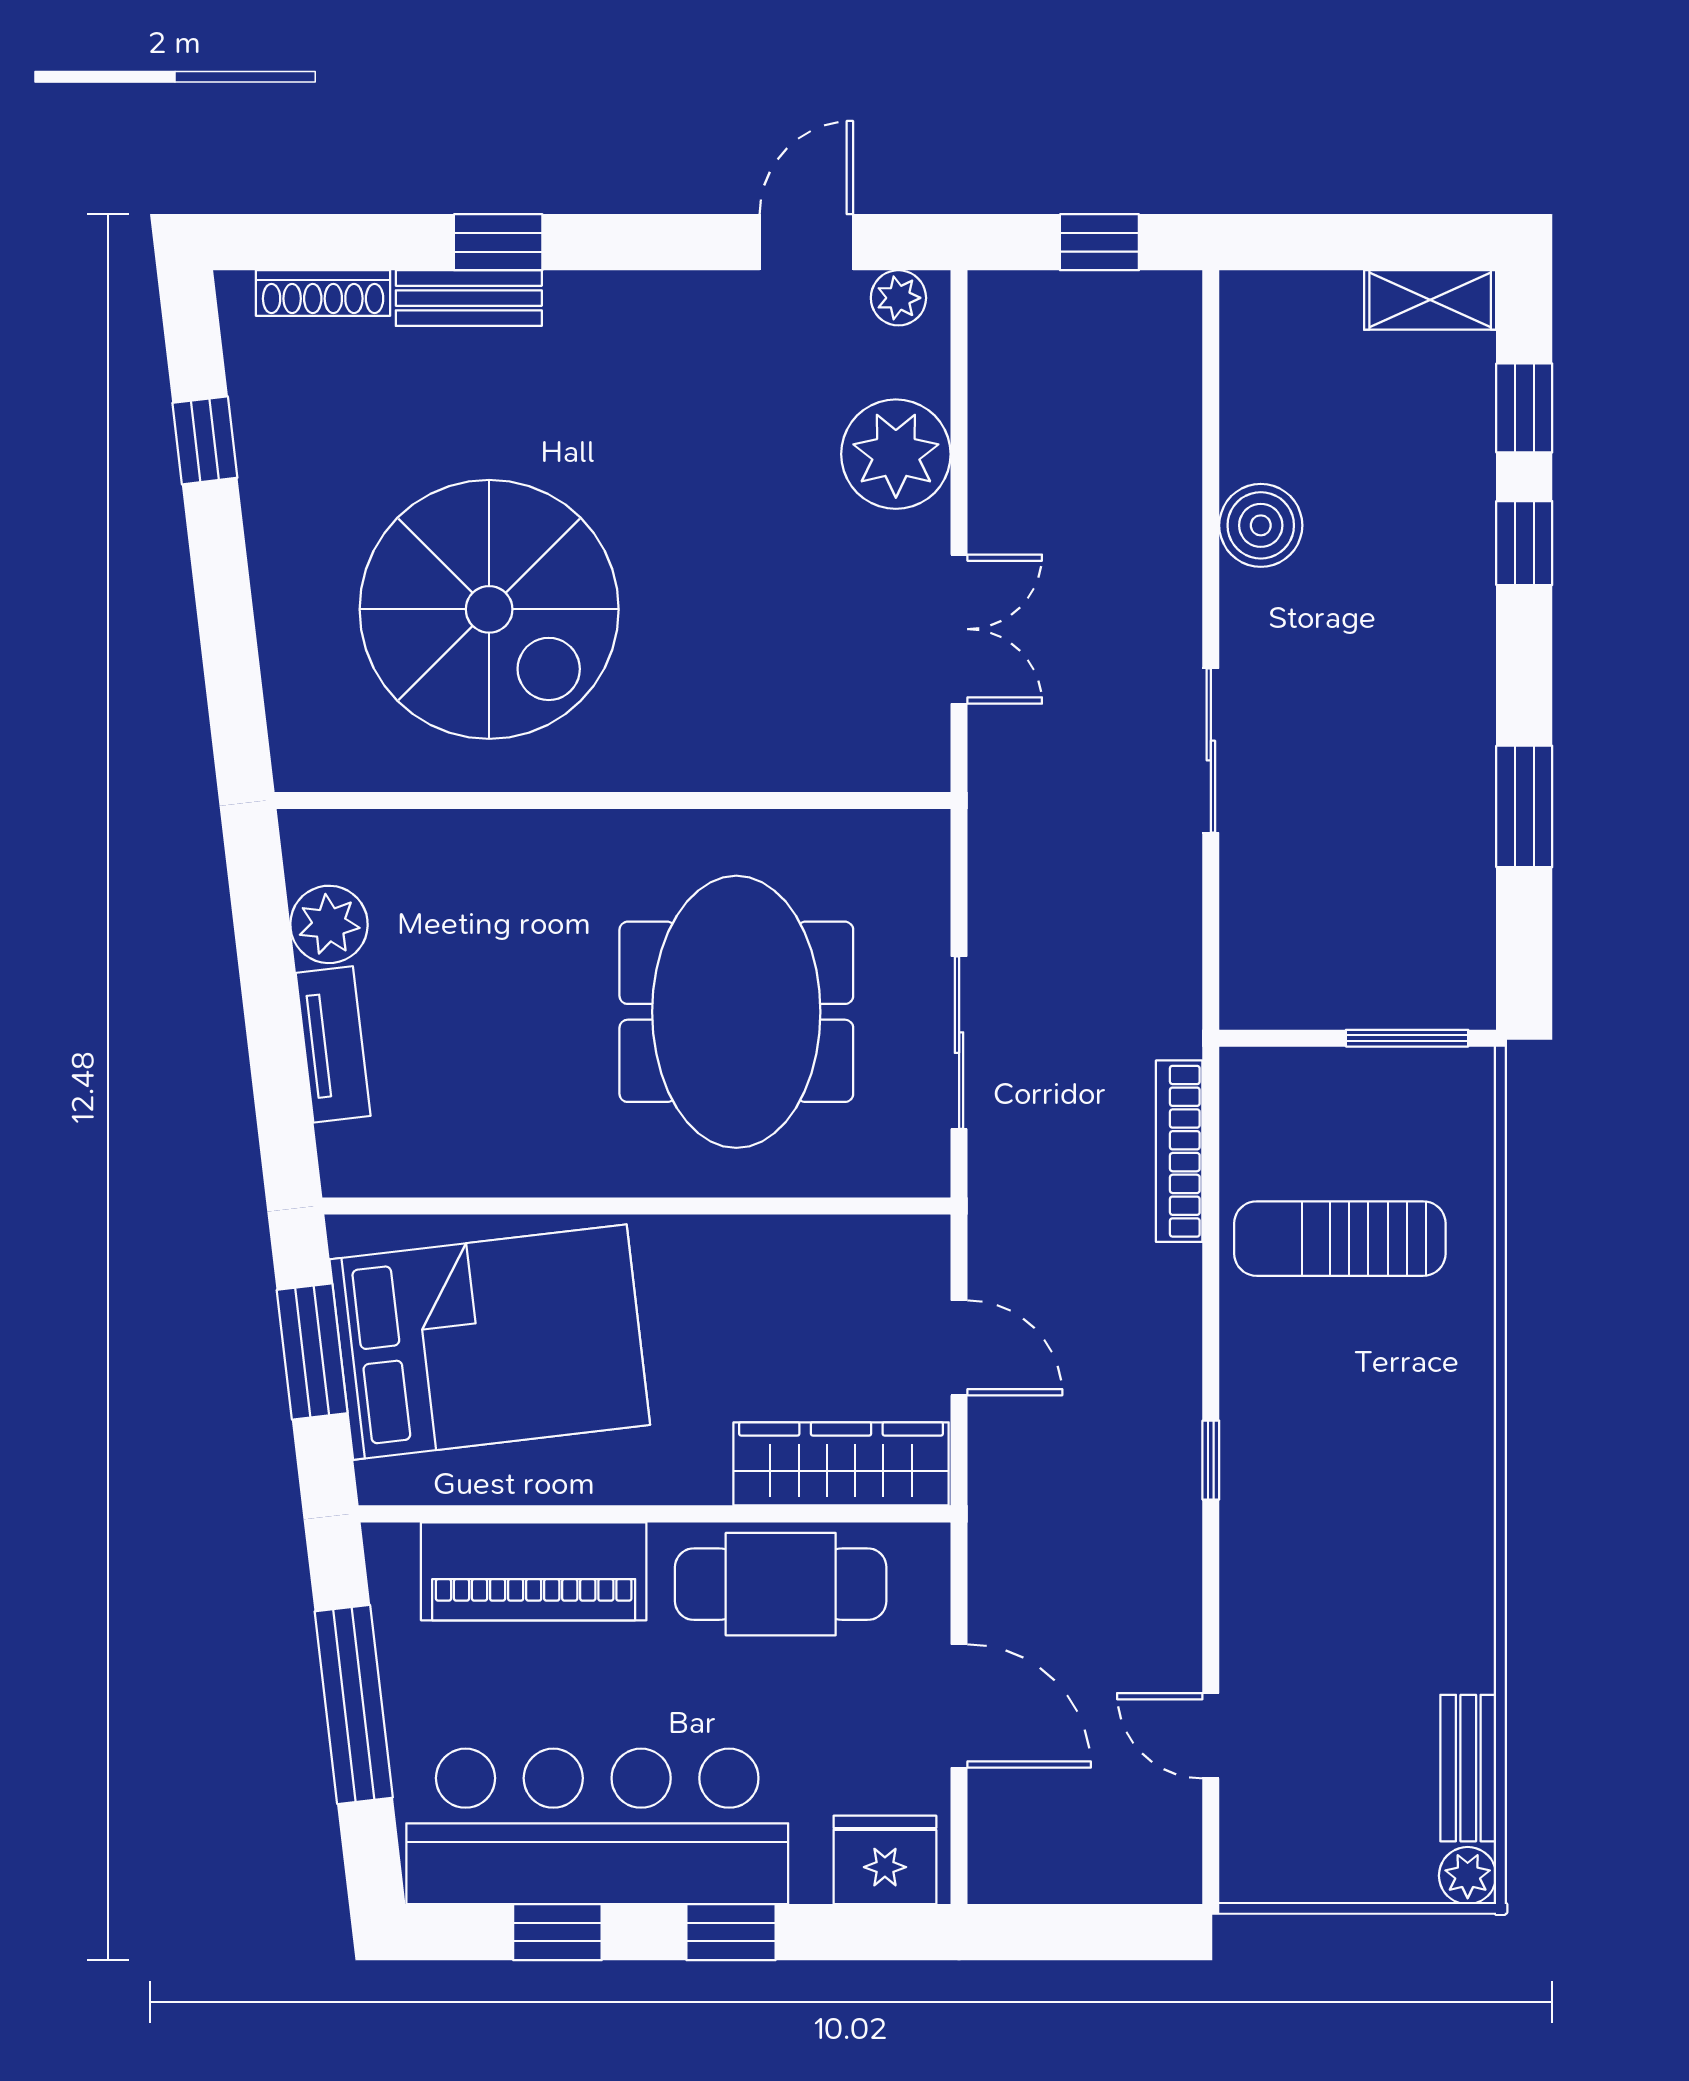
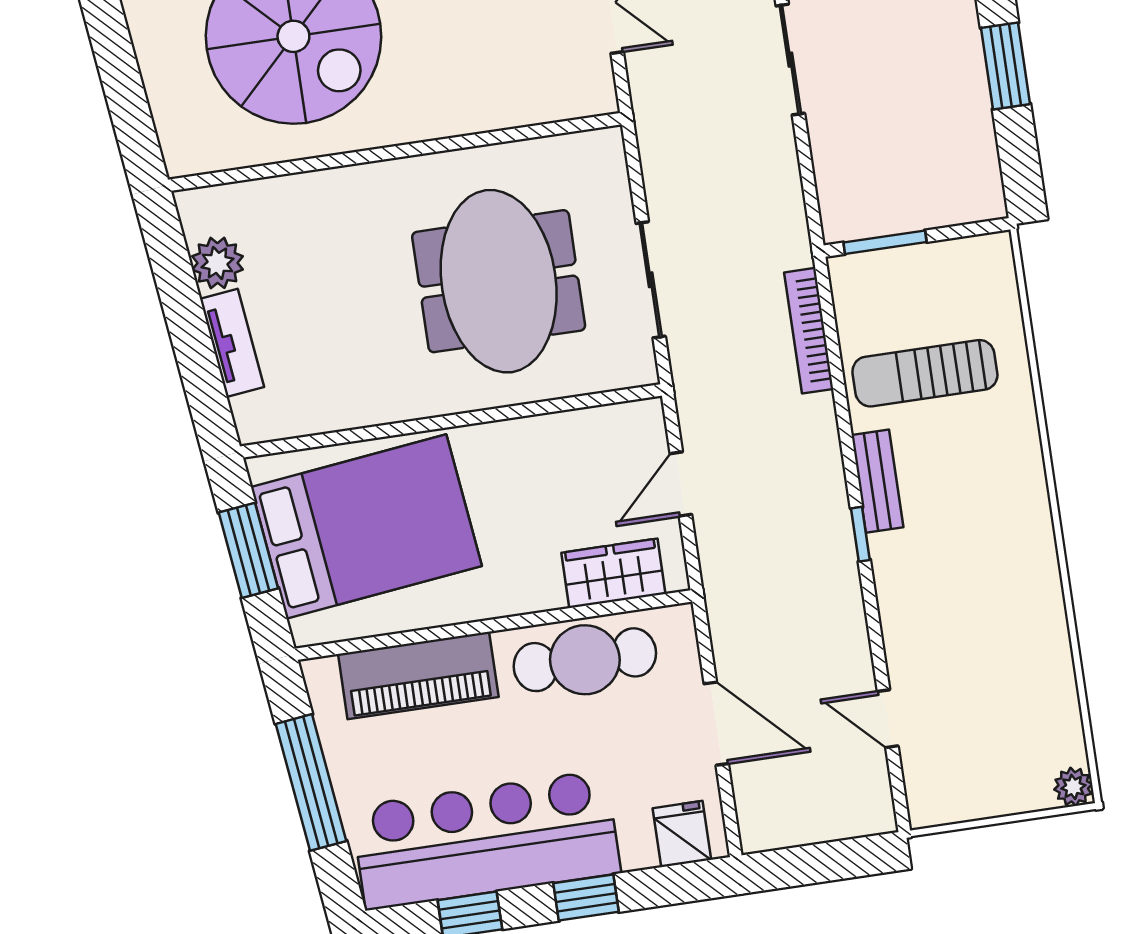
window: (1407, 1038) -> (885, 242), moved
door: (959, 1348) -> (681, 484), swing flipped
wardrobe: (841, 1464) -> (613, 573), width x0.67
bench: (1468, 1768) -> (877, 481), moved
fridge: (885, 1860) -> (682, 834), width x0.72

